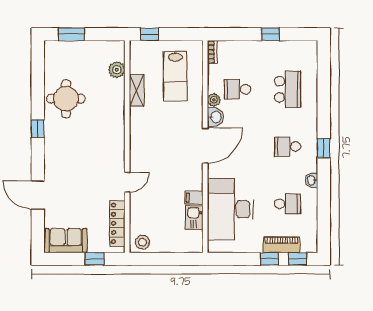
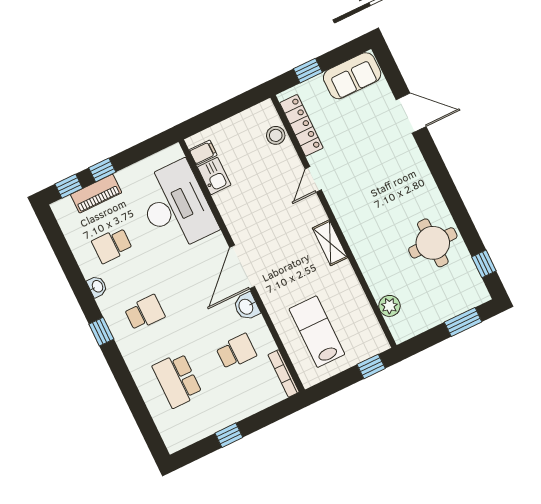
bookcase: (212, 52) -> (284, 373), width x1.56
shelving: (137, 90) -> (330, 243), moved
plant: (214, 100) -> (258, 326), removed
window: (38, 129) -> (484, 264), moved
filing cabinet: (194, 198) -> (203, 153), moved
stool: (143, 242) -> (276, 135), moved

